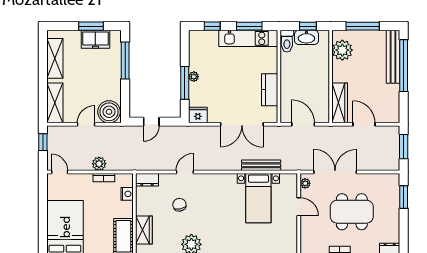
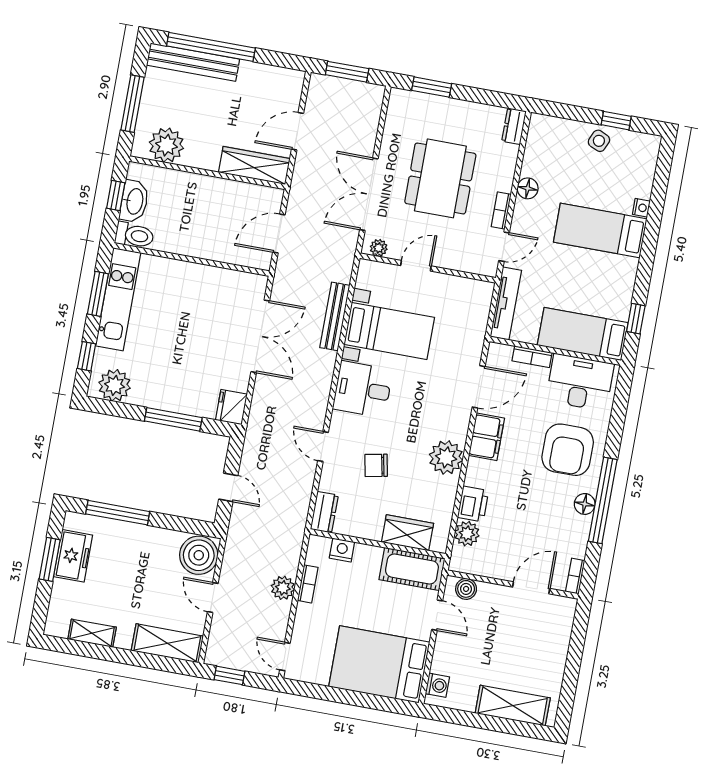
shelving: (55, 58) -> (92, 633), width x0.67, depth x0.75
plant: (194, 77) -> (115, 385), moved, width x1.88, depth x1.88
kitchen counter: (270, 90) -> (211, 279), removed
door: (60, 172) -> (285, 657), hinge flipped
desk: (222, 189) -> (363, 389), added

